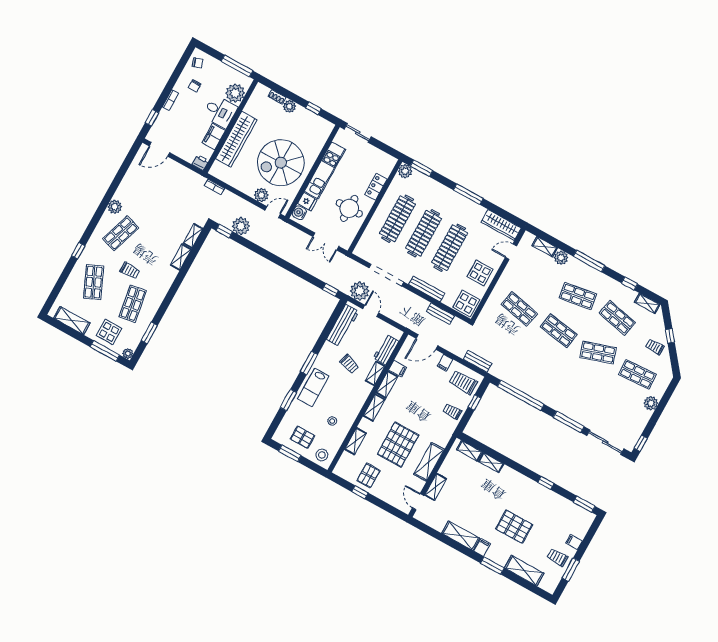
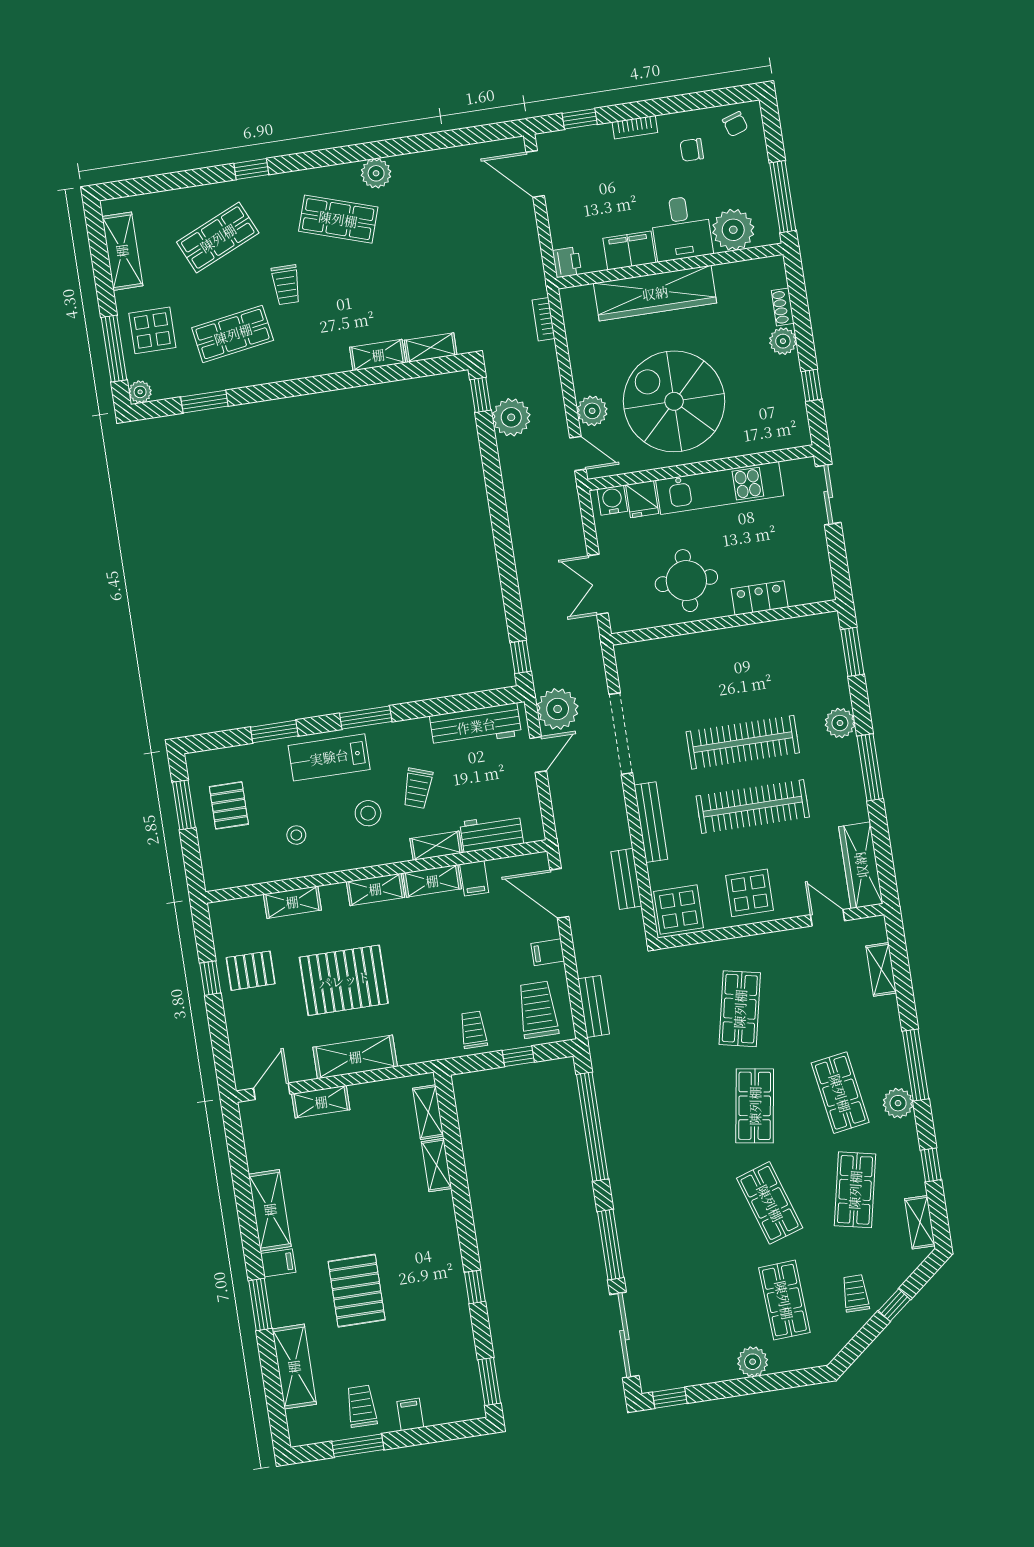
plant: (405, 171) -> (840, 723), moved
clothes rail: (397, 219) -> (733, 678), removed
plant: (561, 258) -> (898, 1103), moved
stool: (322, 455) -> (368, 813), moved

